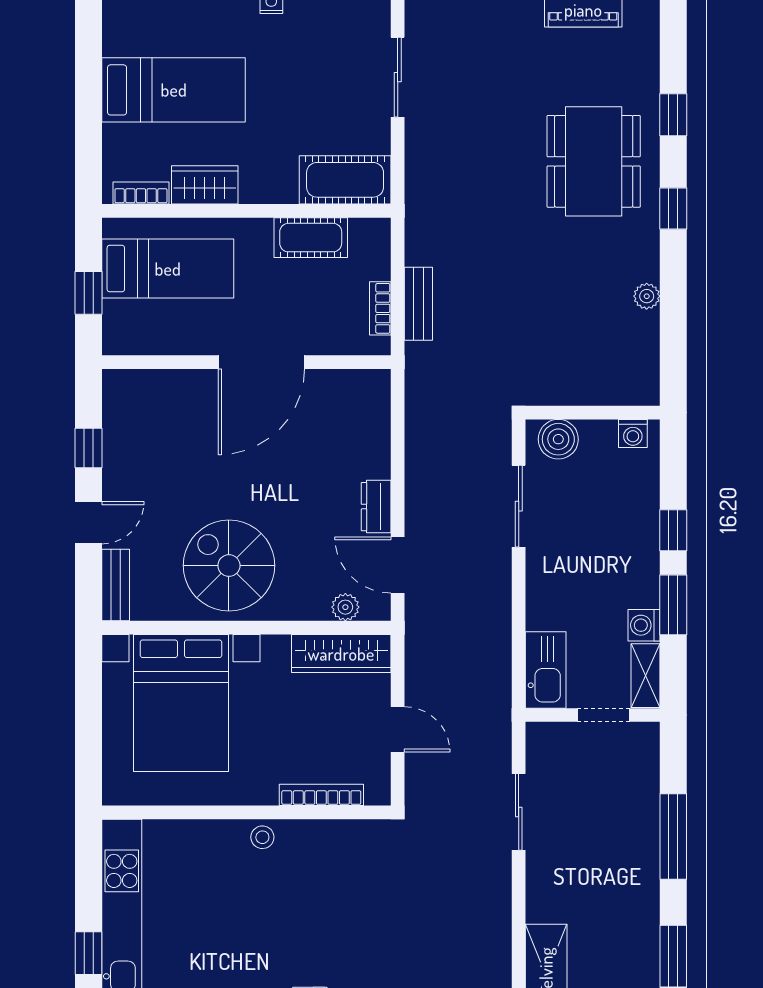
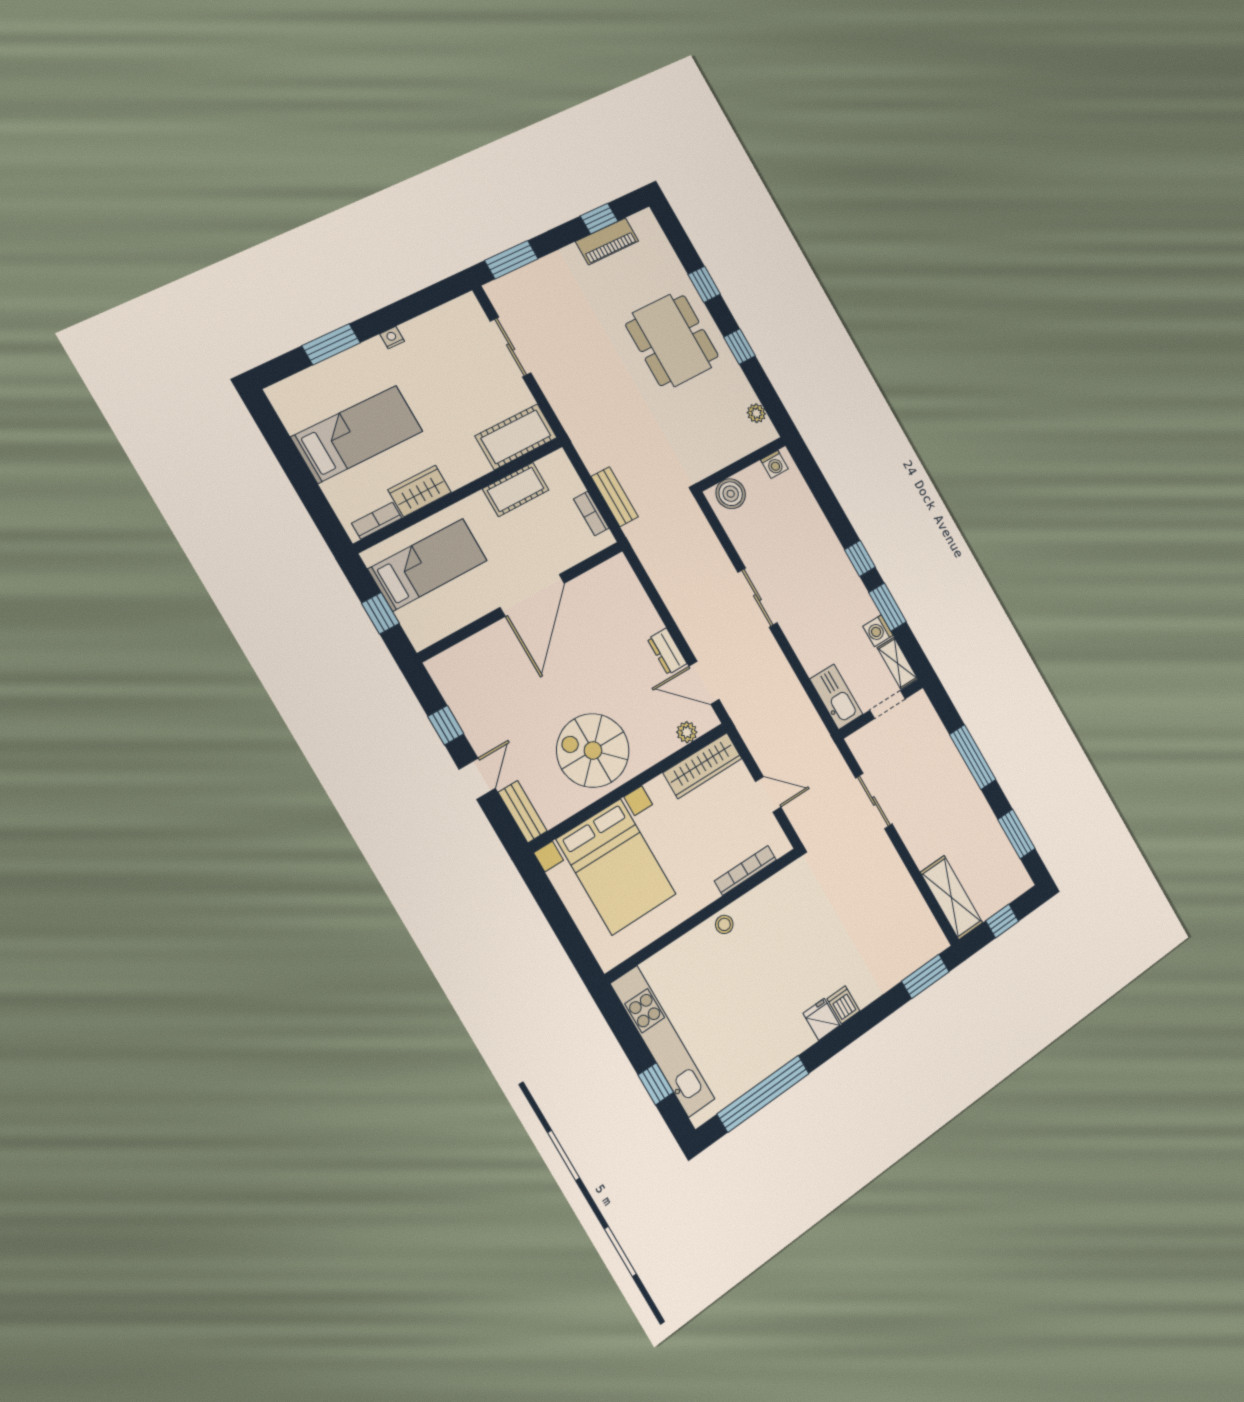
wall: (593, 413) -> (742, 464), moved
washing machine: (633, 433) -> (774, 464), moved
boiler: (558, 439) -> (731, 494), moved

